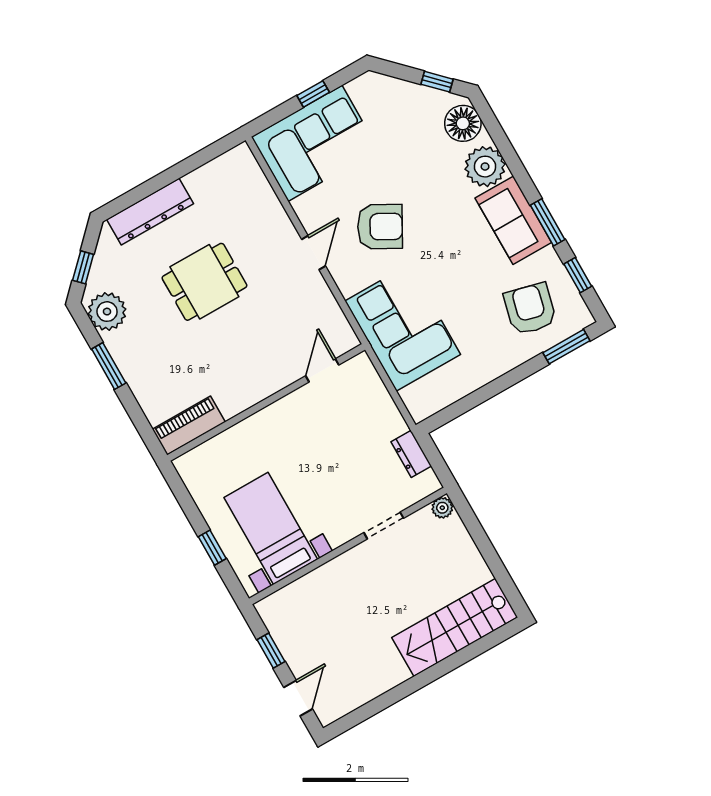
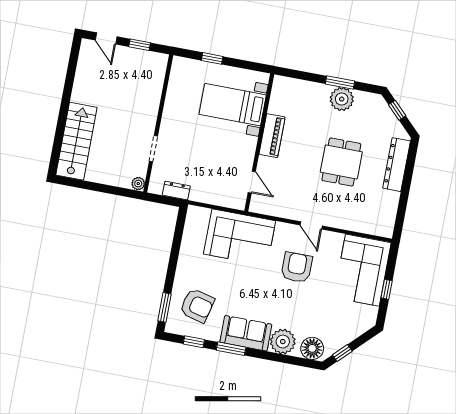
armchair: (380, 227) -> (297, 267), turned 151
plant: (107, 312) -> (342, 99), moved
piano: (189, 426) -> (272, 136), moved
bed with nightstands: (271, 528) -> (233, 105), moved, turned 180

